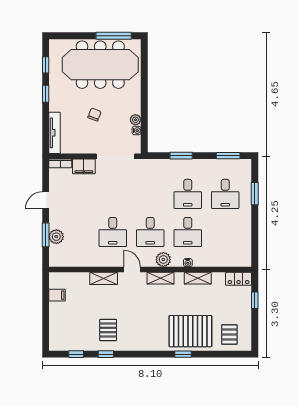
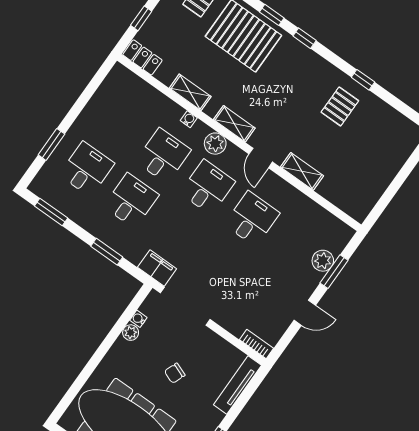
filing cabinet: (84, 166) -> (157, 268), moved
filing cabinet: (57, 295) -> (371, 191), removed
window: (76, 354) -> (305, 38), moved

